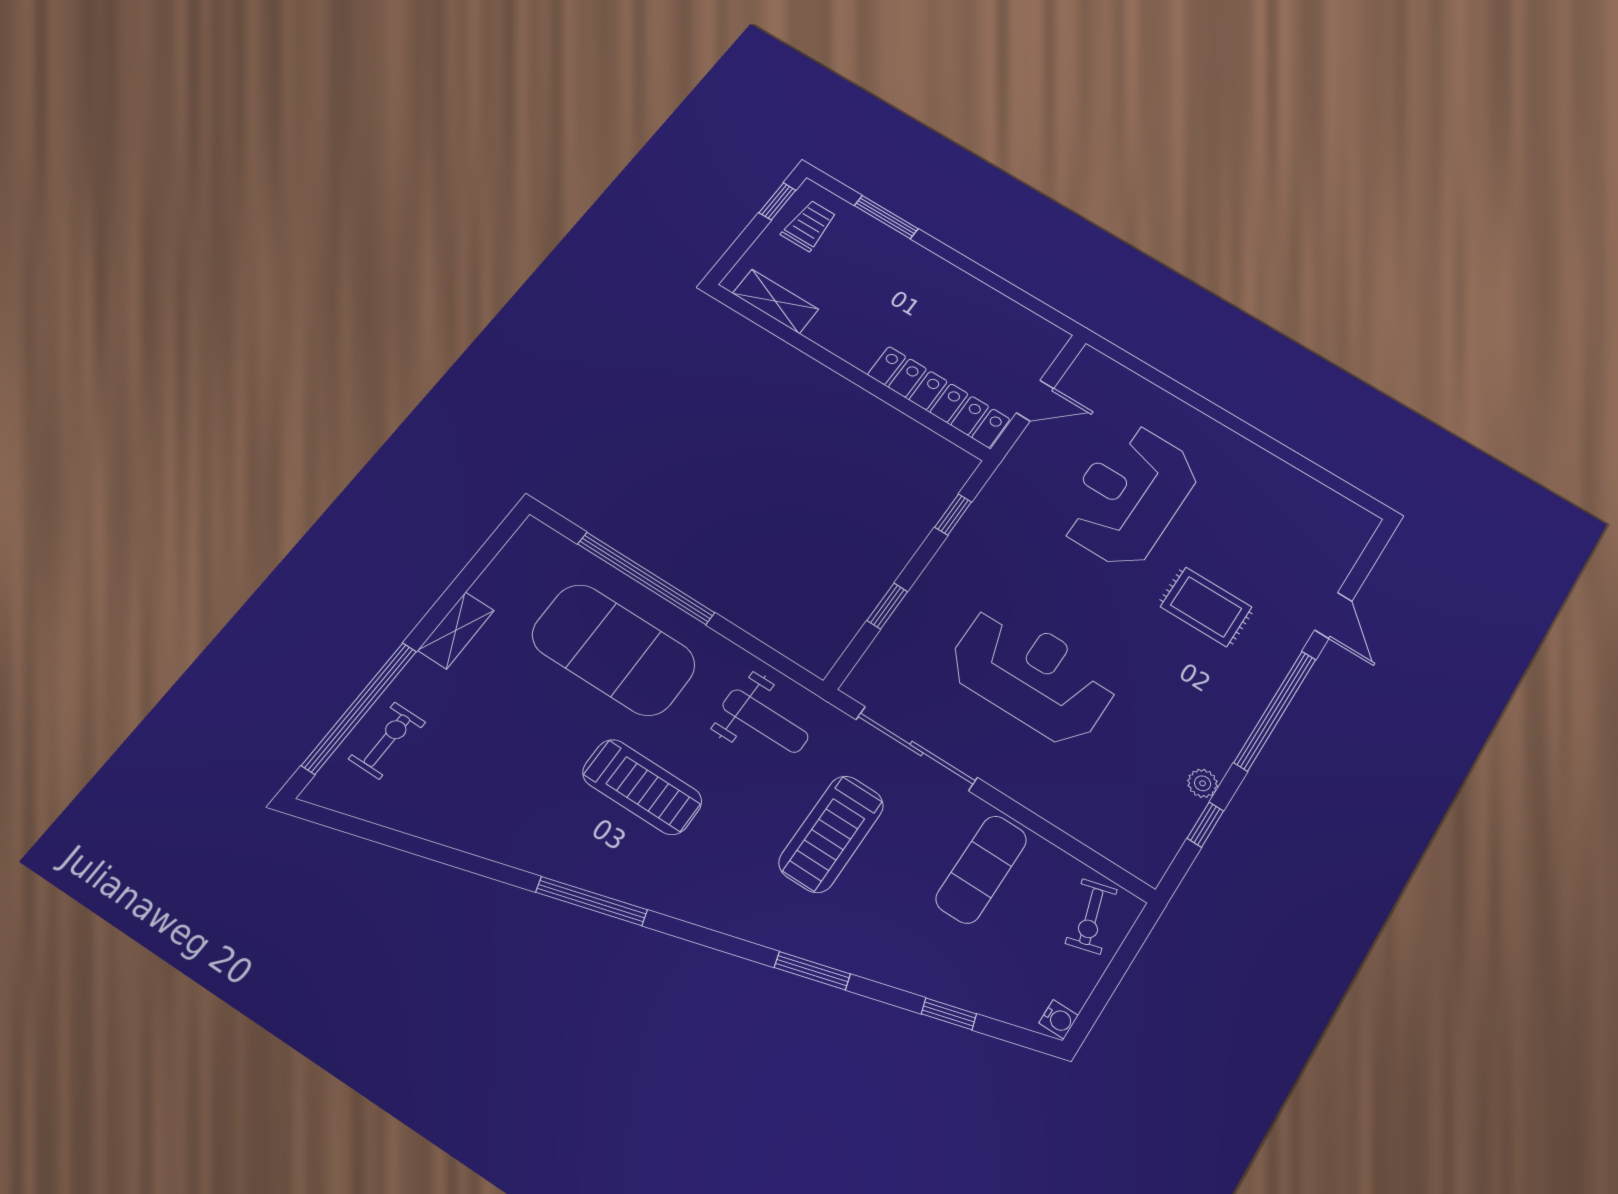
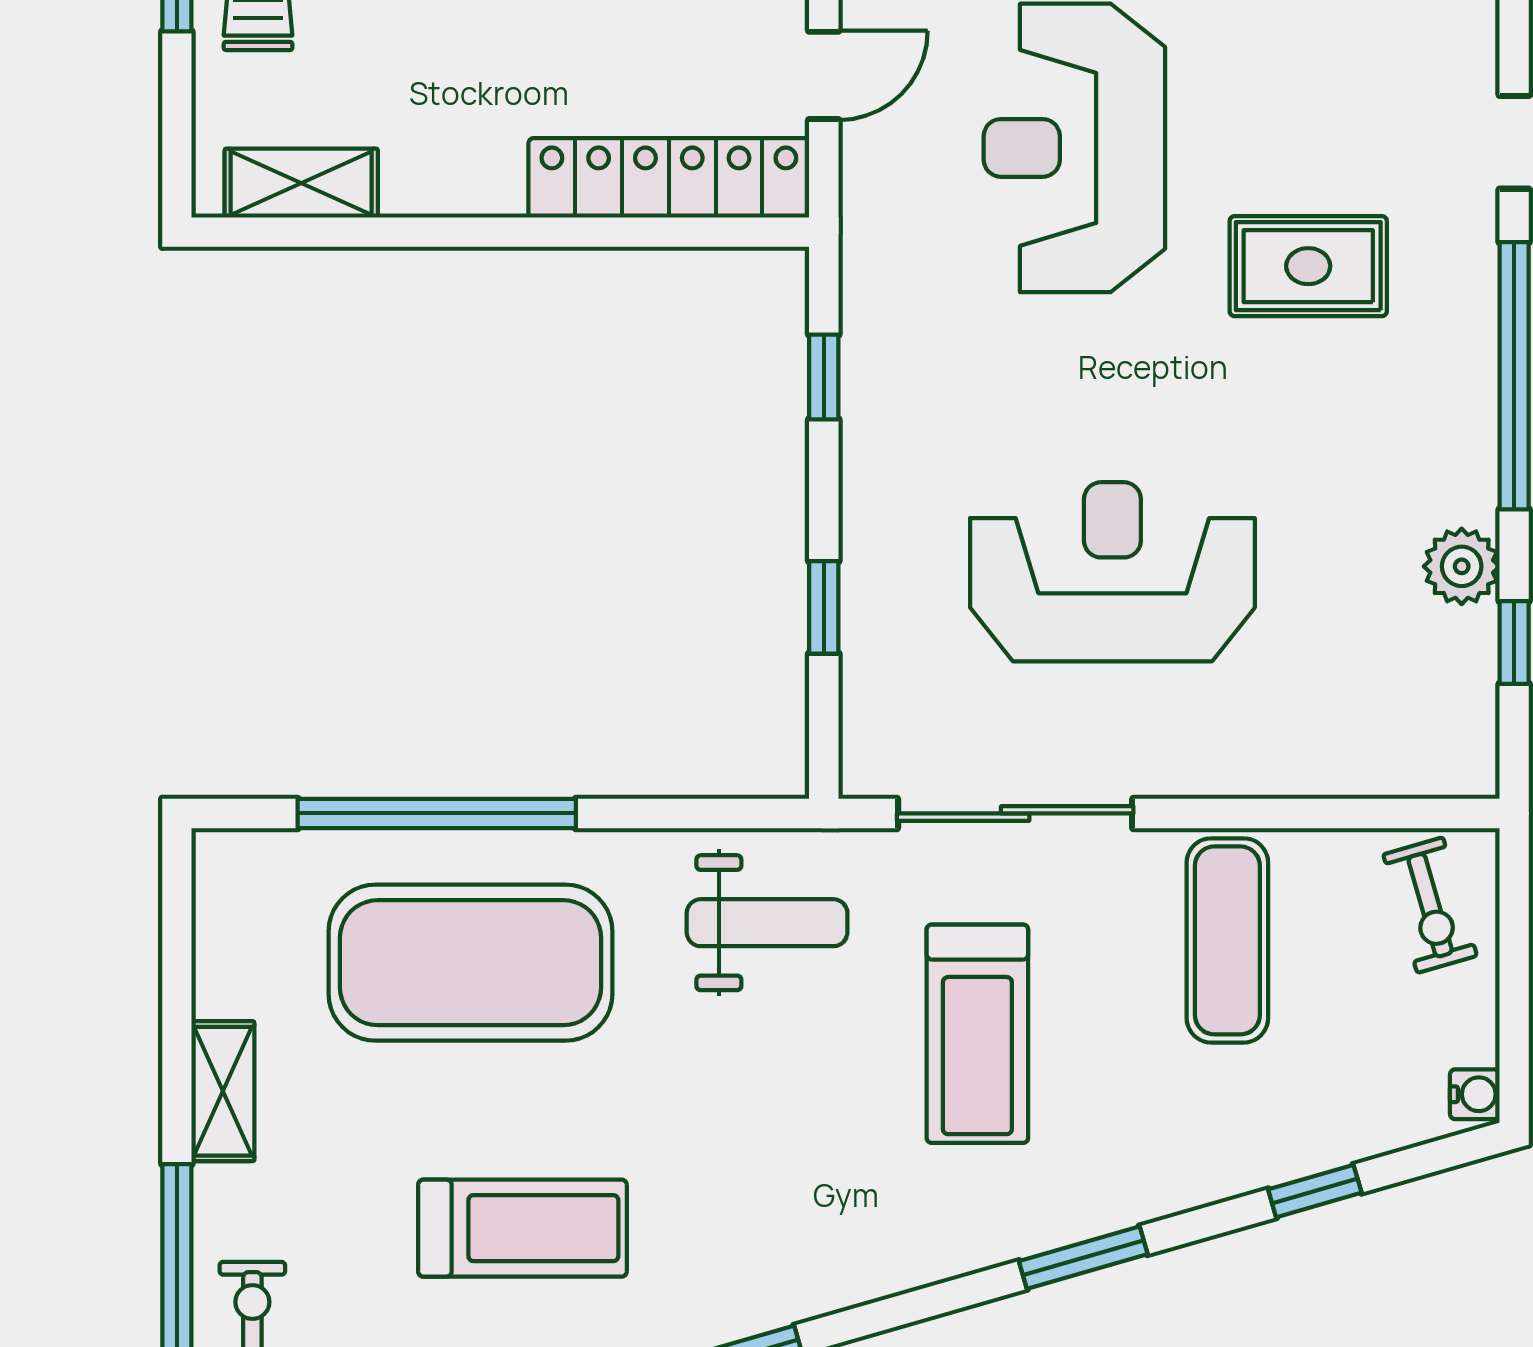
plant: (1203, 783) -> (1462, 566), width x1.38, depth x1.38
treadmill: (642, 787) -> (522, 1228), moved

